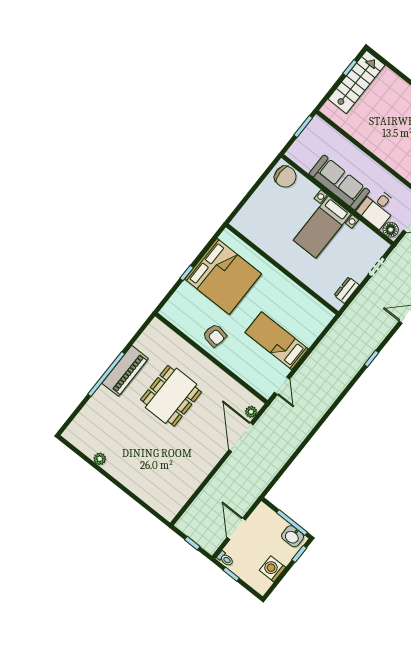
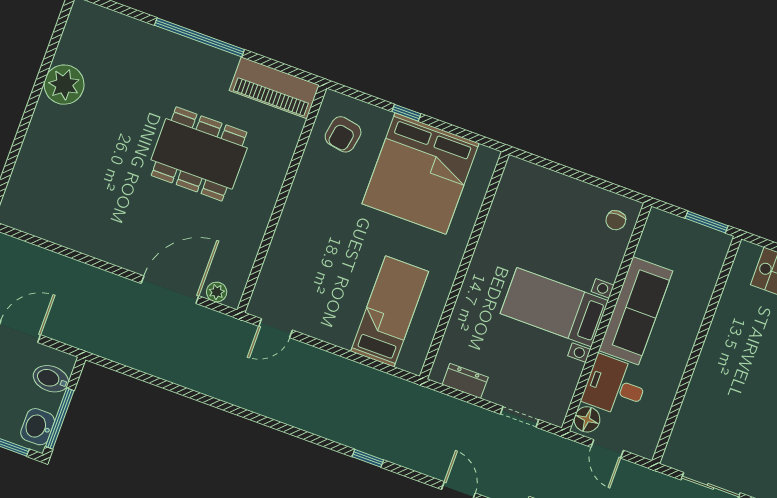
chair: (285, 177) -> (616, 220), width x0.54, depth x0.54
armchair: (215, 335) -> (343, 134), moved
bed: (277, 341) -> (390, 311), moved
piano: (125, 371) -> (274, 88), moved
plant: (100, 459) -> (64, 85), width x1.88, depth x1.88
bidet: (268, 520) -> (51, 379), added

